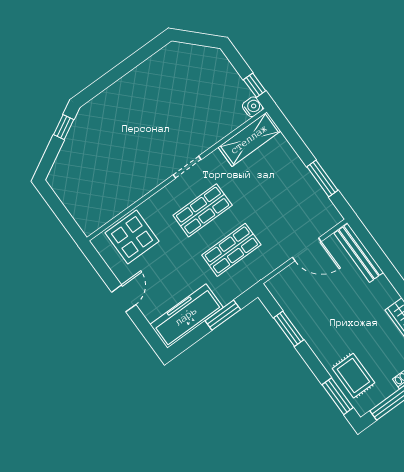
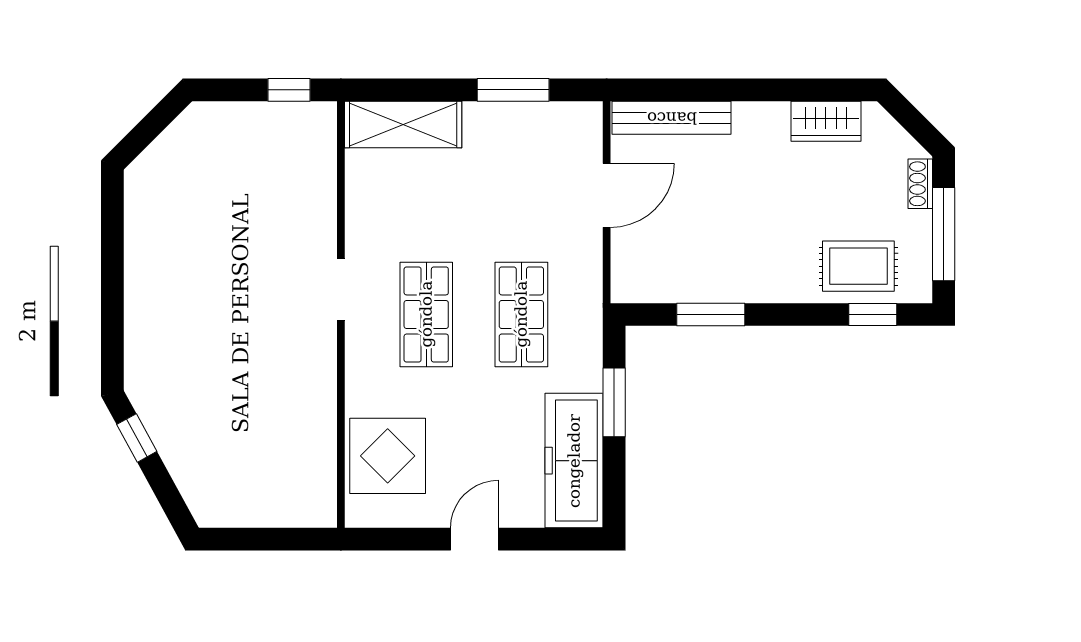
water cooler: (253, 107) -> (321, 118), removed
shelving: (249, 139) -> (403, 124), moved, turned 90
door: (124, 298) -> (474, 539), hinge flipped
window: (338, 396) -> (873, 314), width x0.67

